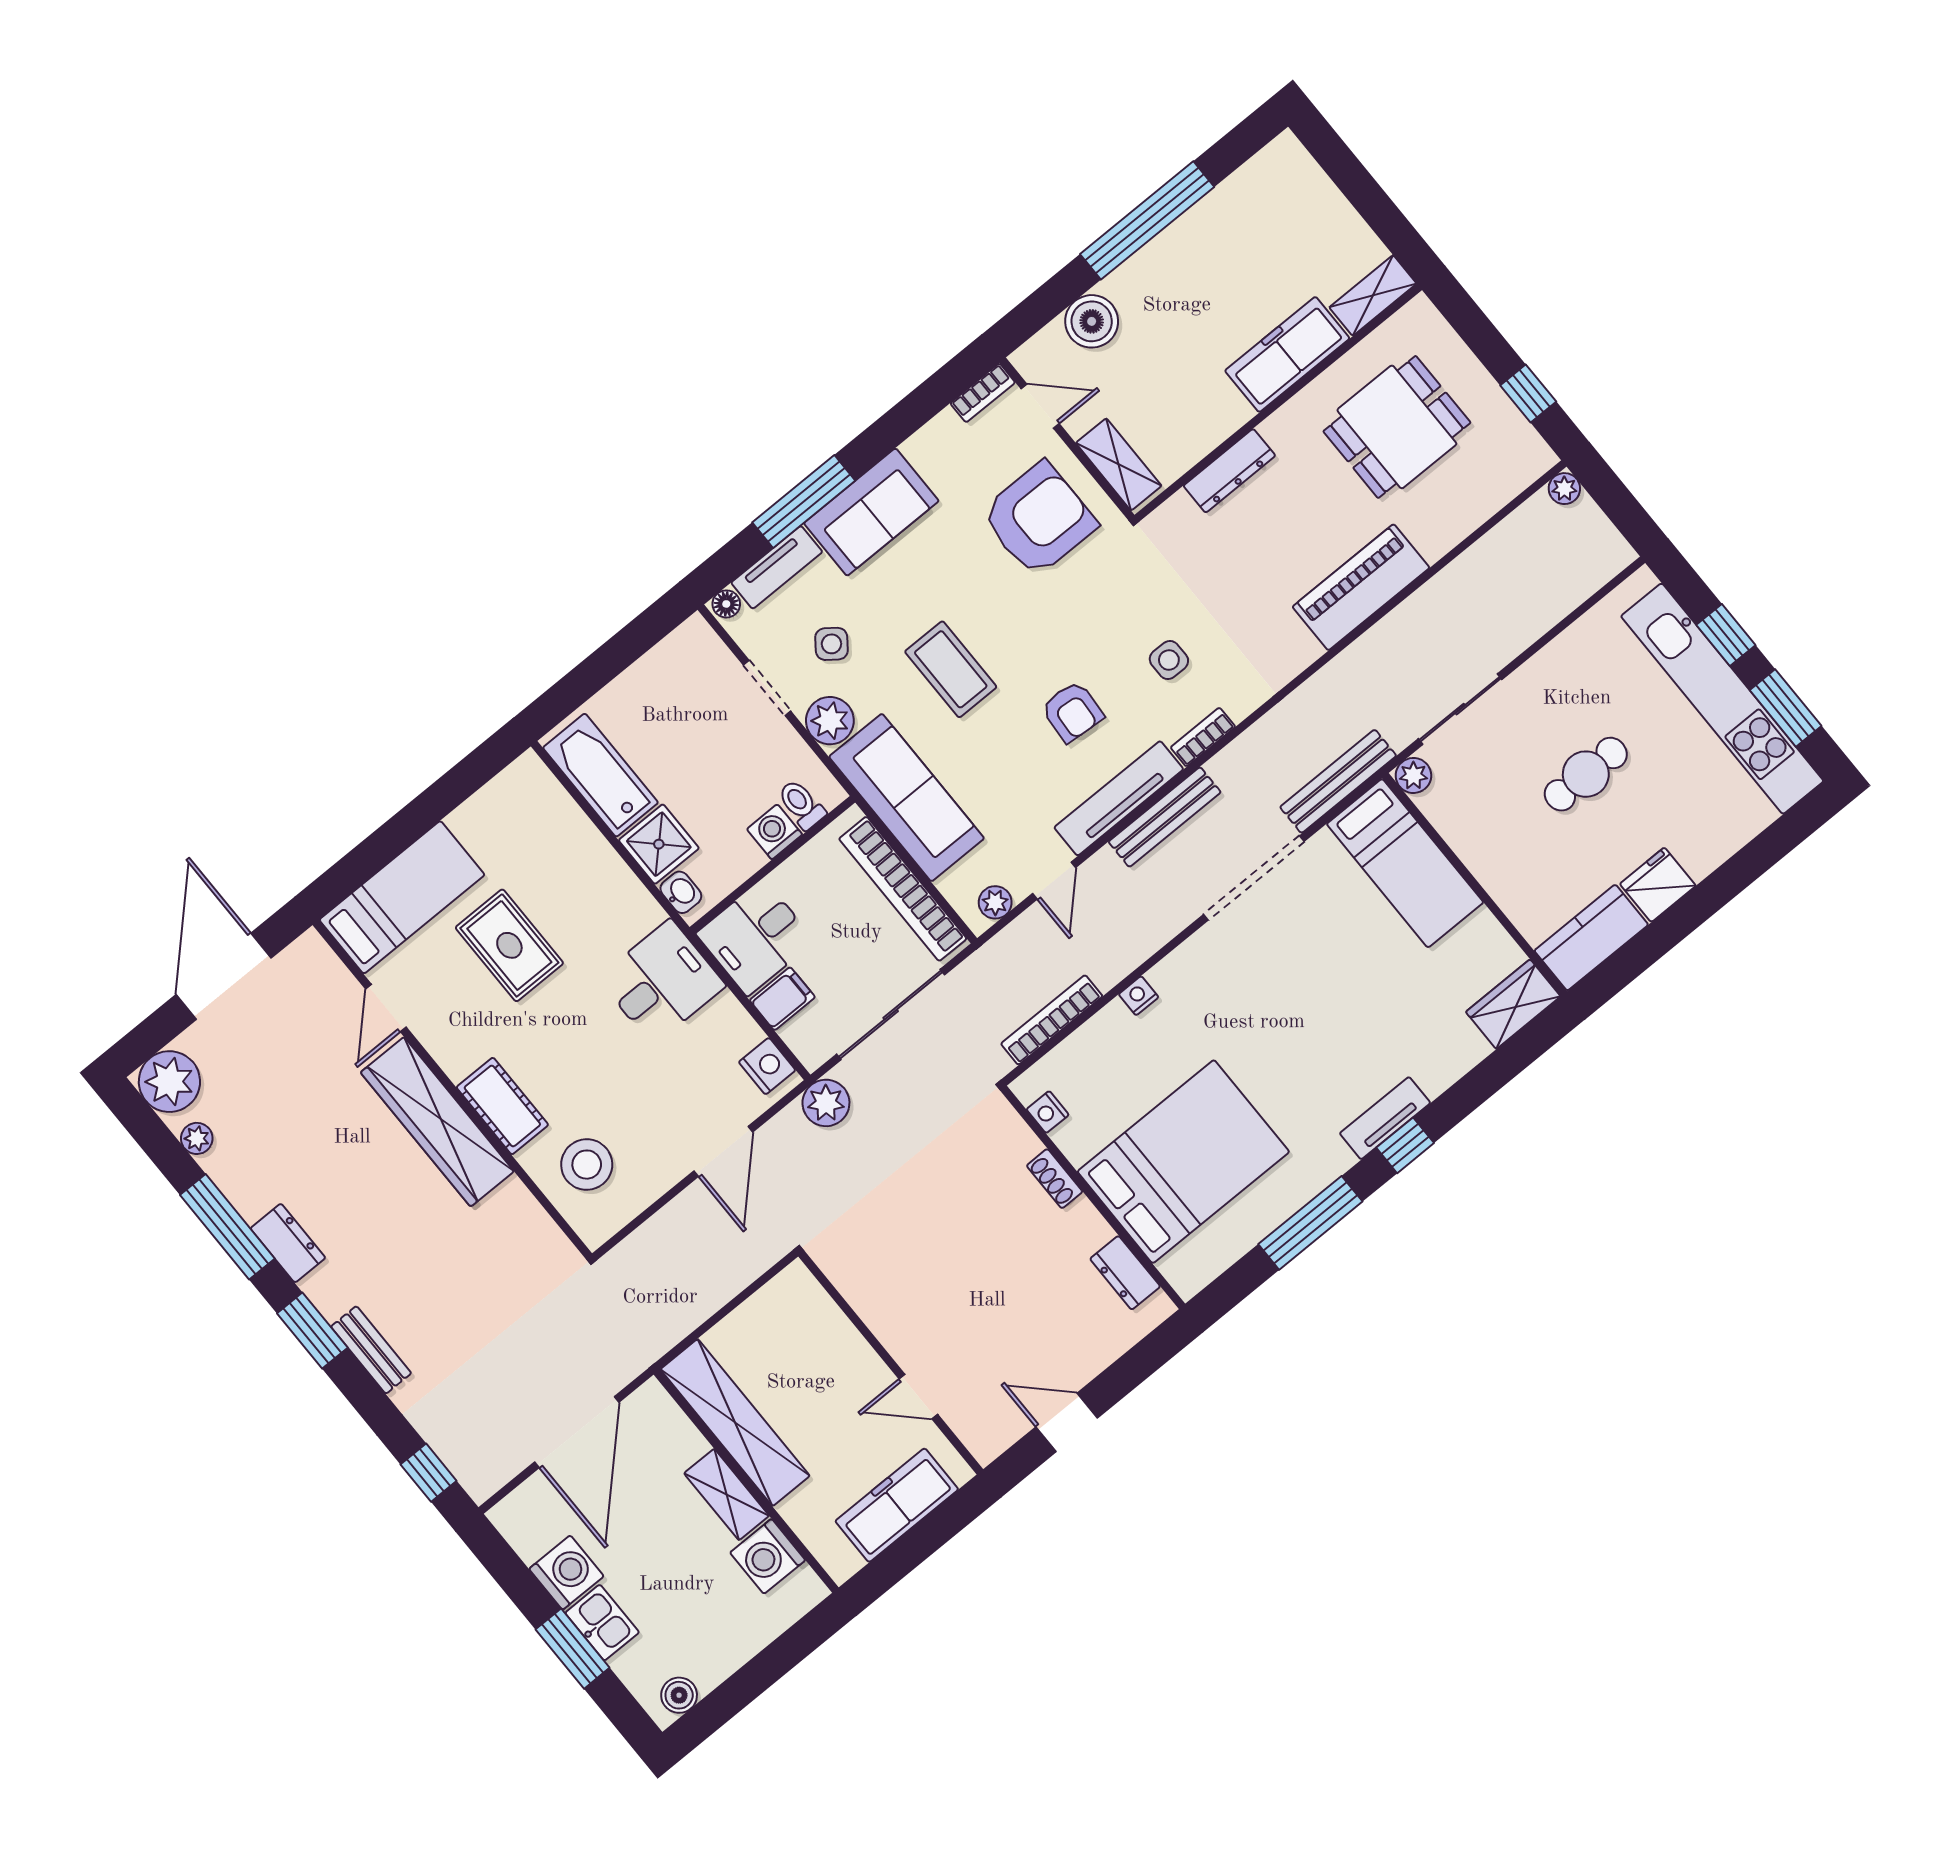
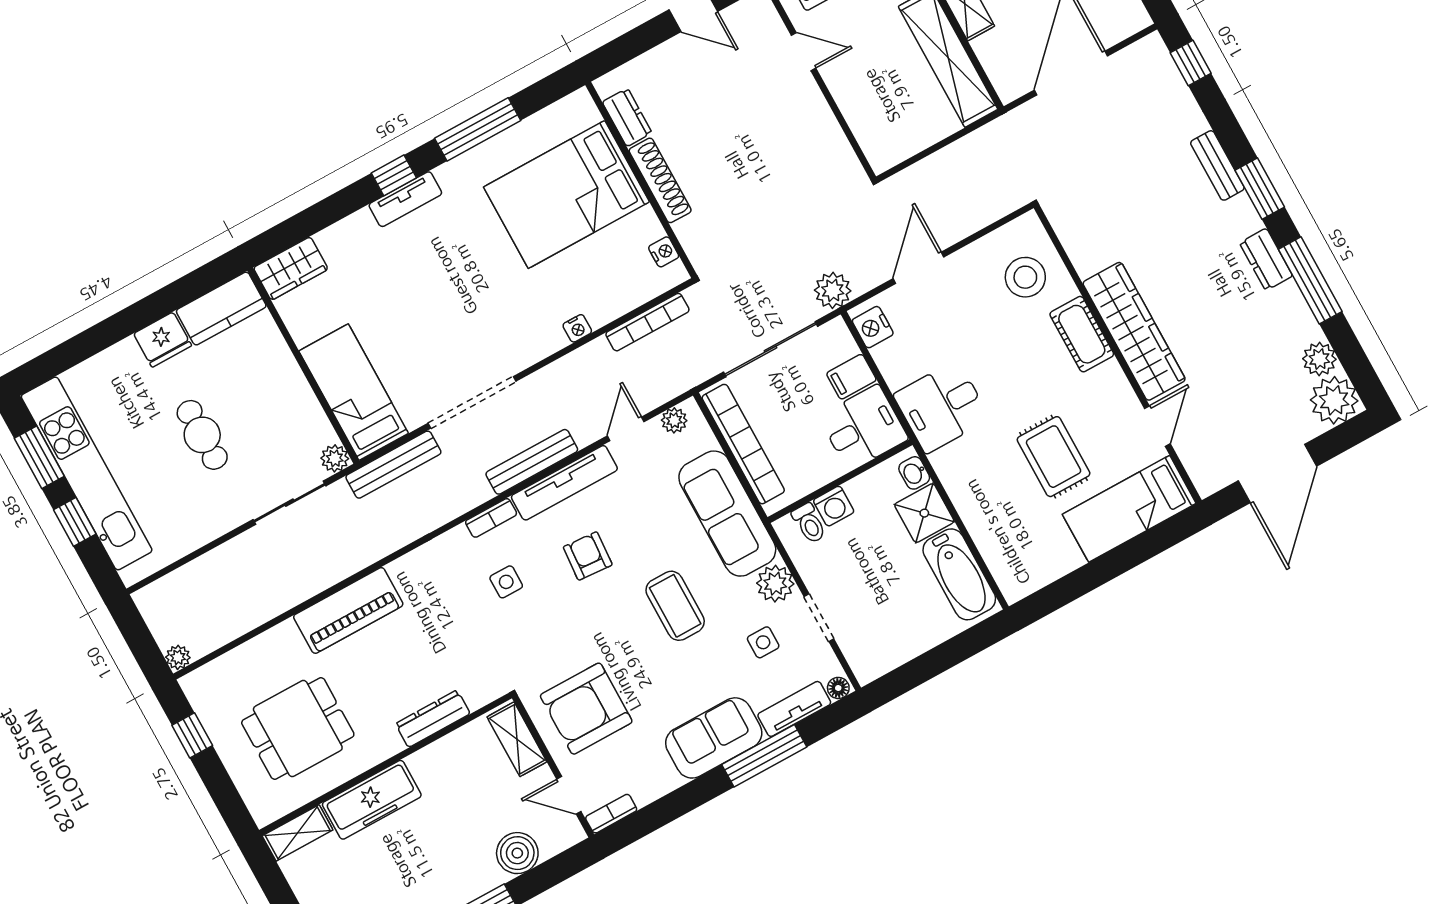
side table: (831, 644) -> (763, 642), turned -37
cafe table: (1586, 774) -> (202, 435), turned 90
plant: (197, 1138) -> (1319, 359), width x1.38, depth x1.38
shoe rack: (1055, 1179) -> (660, 180), width x1.94, depth x1.24

